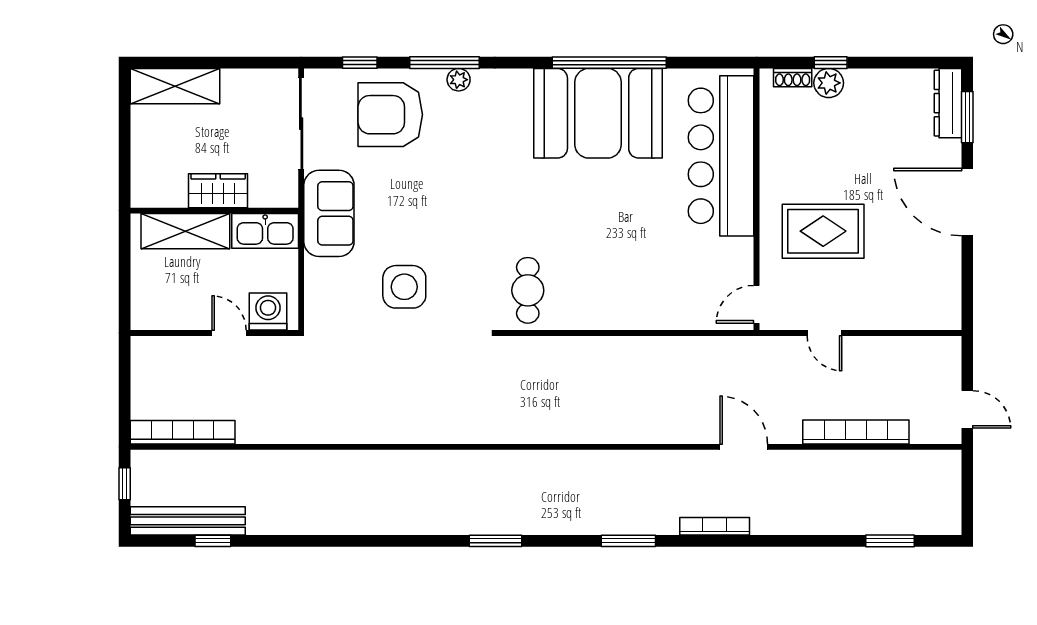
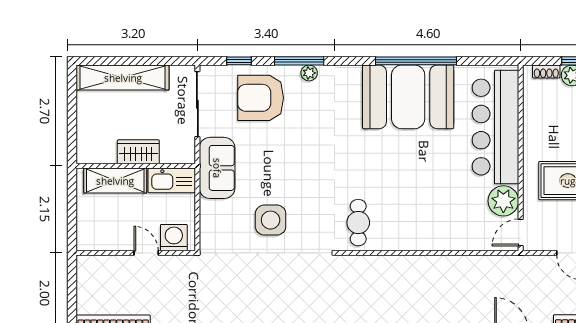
shelving: (175, 86) -> (123, 78), width x1.47
plant: (732, 260) -> (503, 201), added

